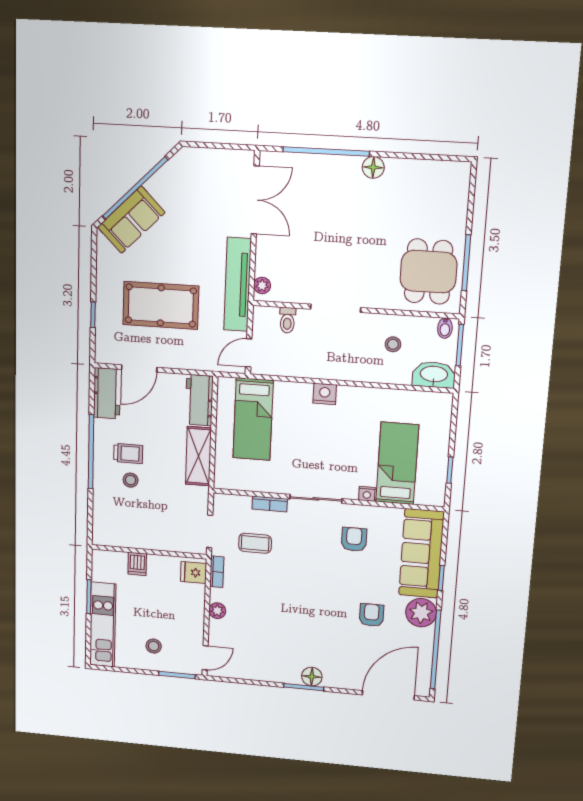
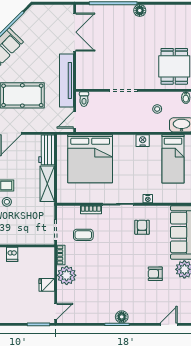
plant: (262, 285) -> (81, 80), removed
toilet: (287, 320) -> (84, 99), moved
nightstand: (325, 394) -> (143, 141), moved
bed: (253, 419) -> (90, 159), width x2.04
bed: (397, 463) -> (173, 159), moved, turned 180
fridge: (194, 572) -> (47, 285), moved
plant: (217, 611) -> (67, 275), width x1.88, depth x1.88
armchair: (371, 615) -> (155, 274), turned -90
stool: (154, 646) -> (23, 307), removed
door: (388, 695) -> (169, 324), width x0.53

